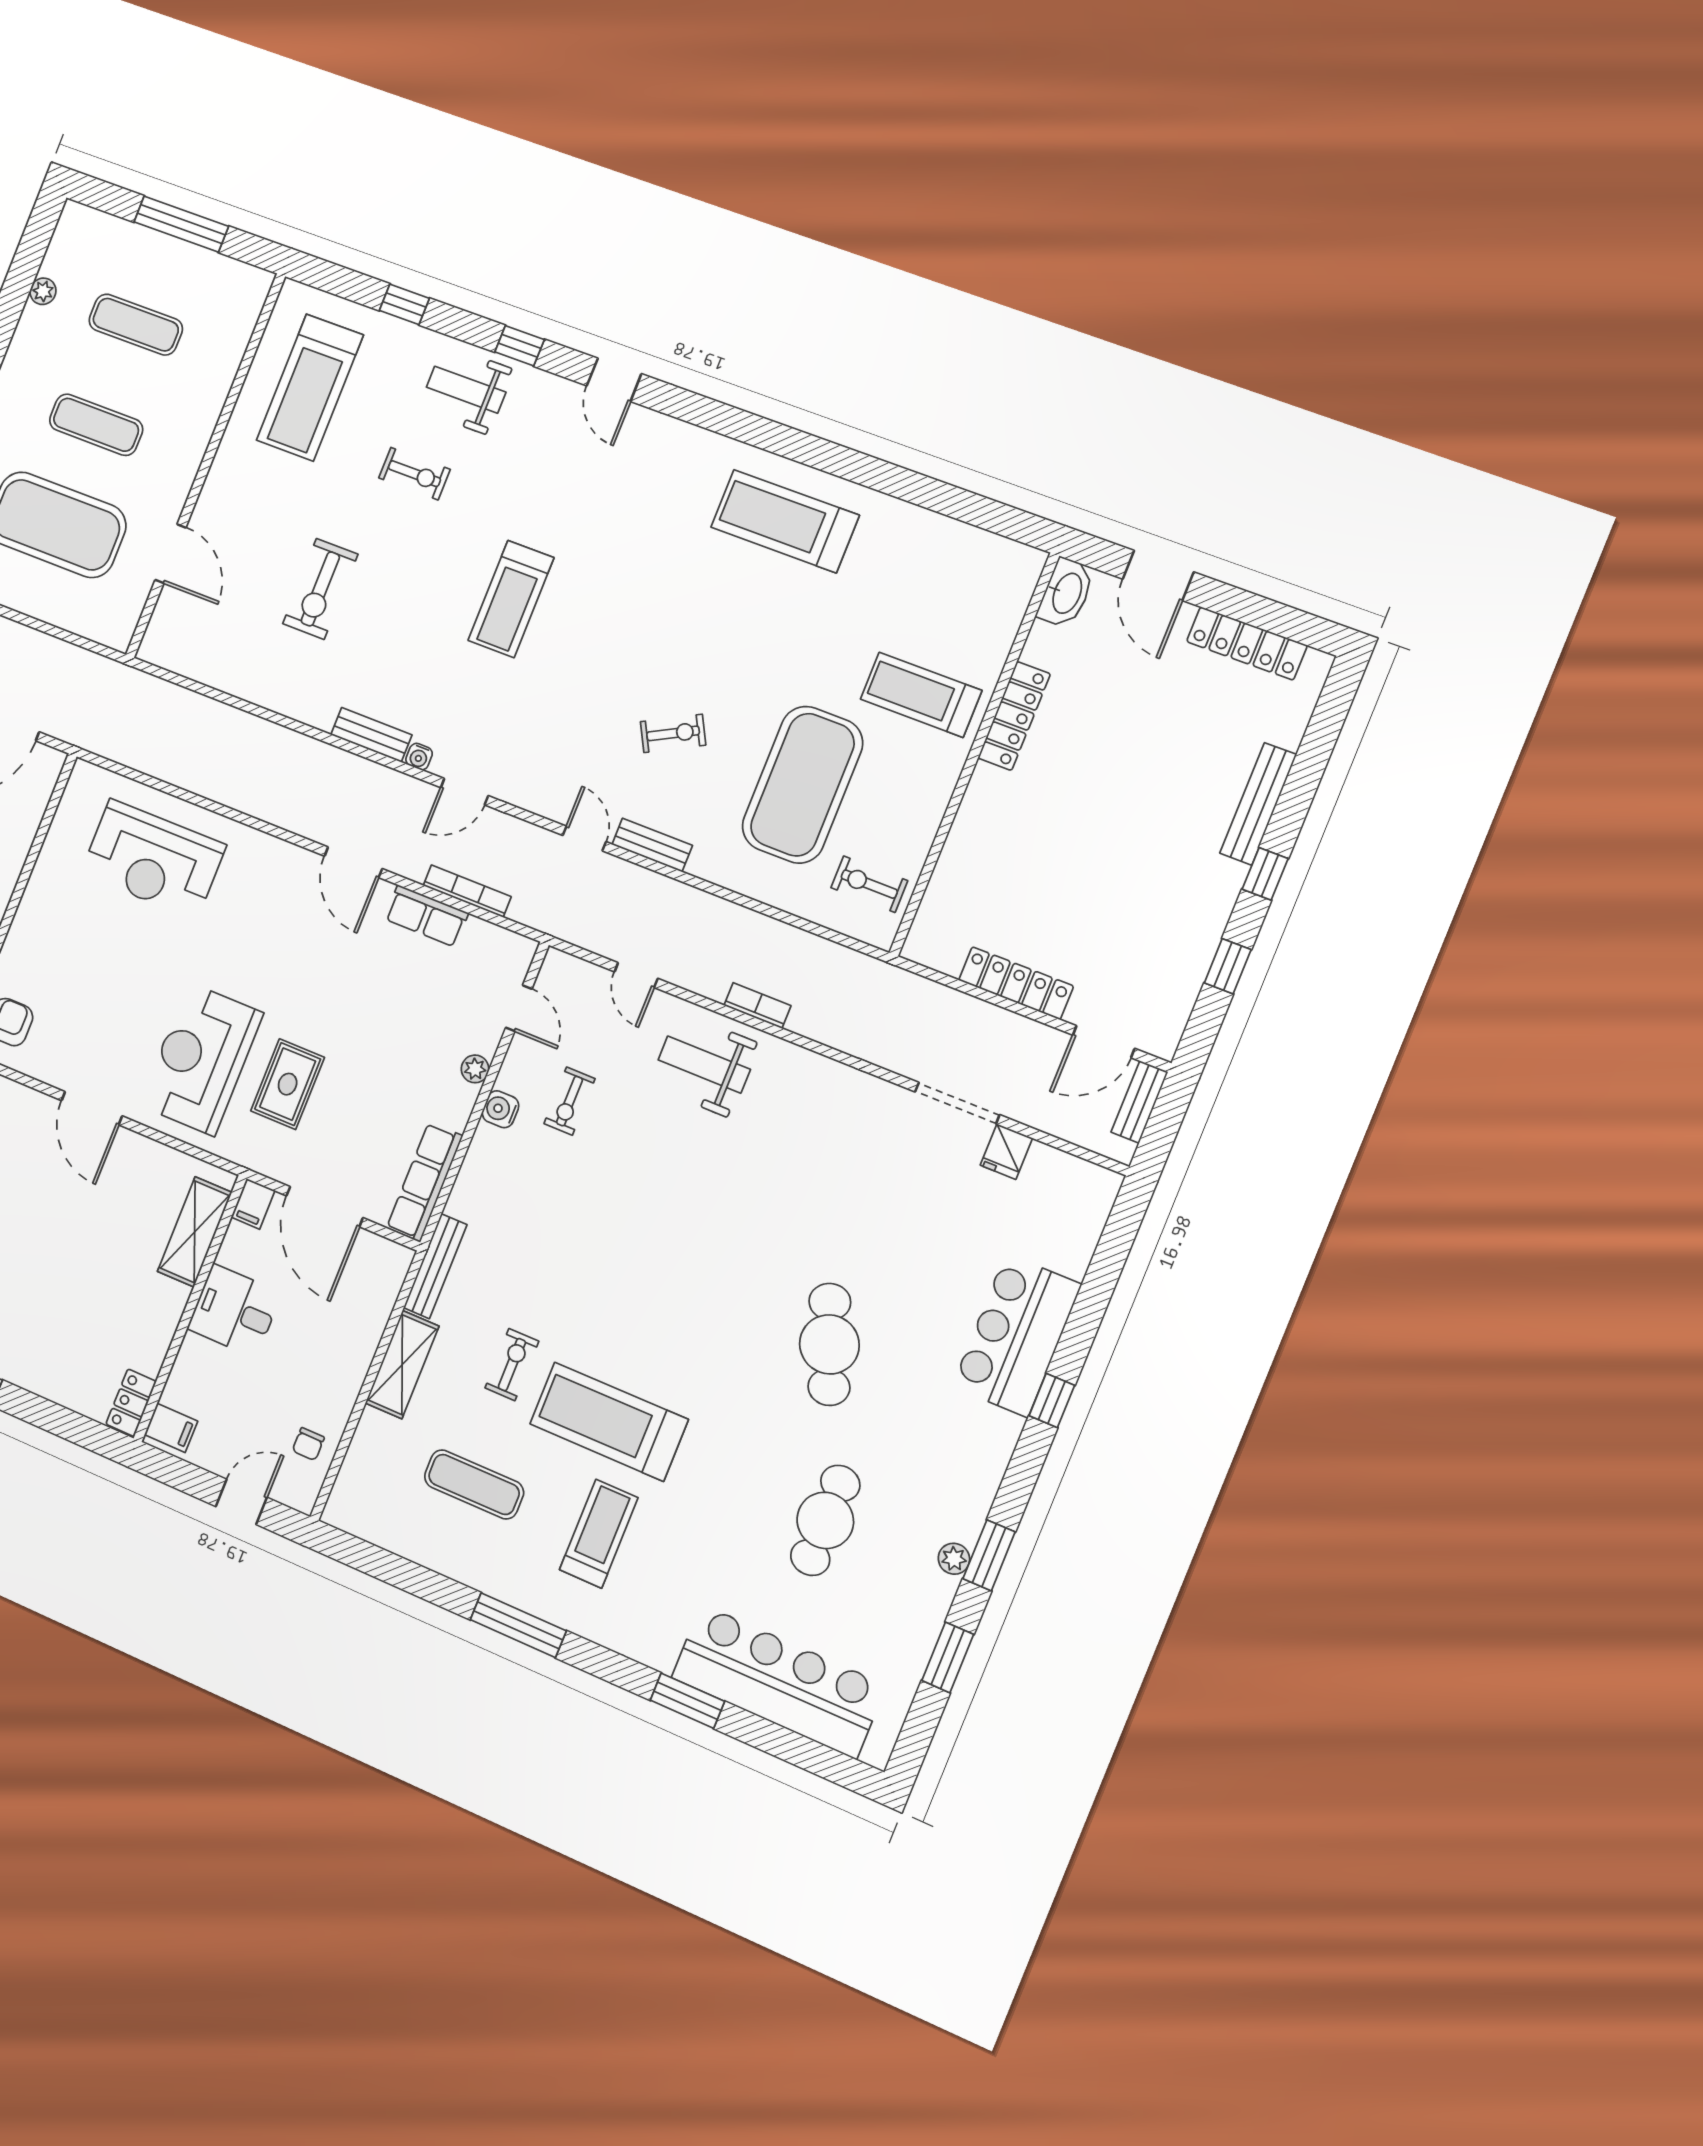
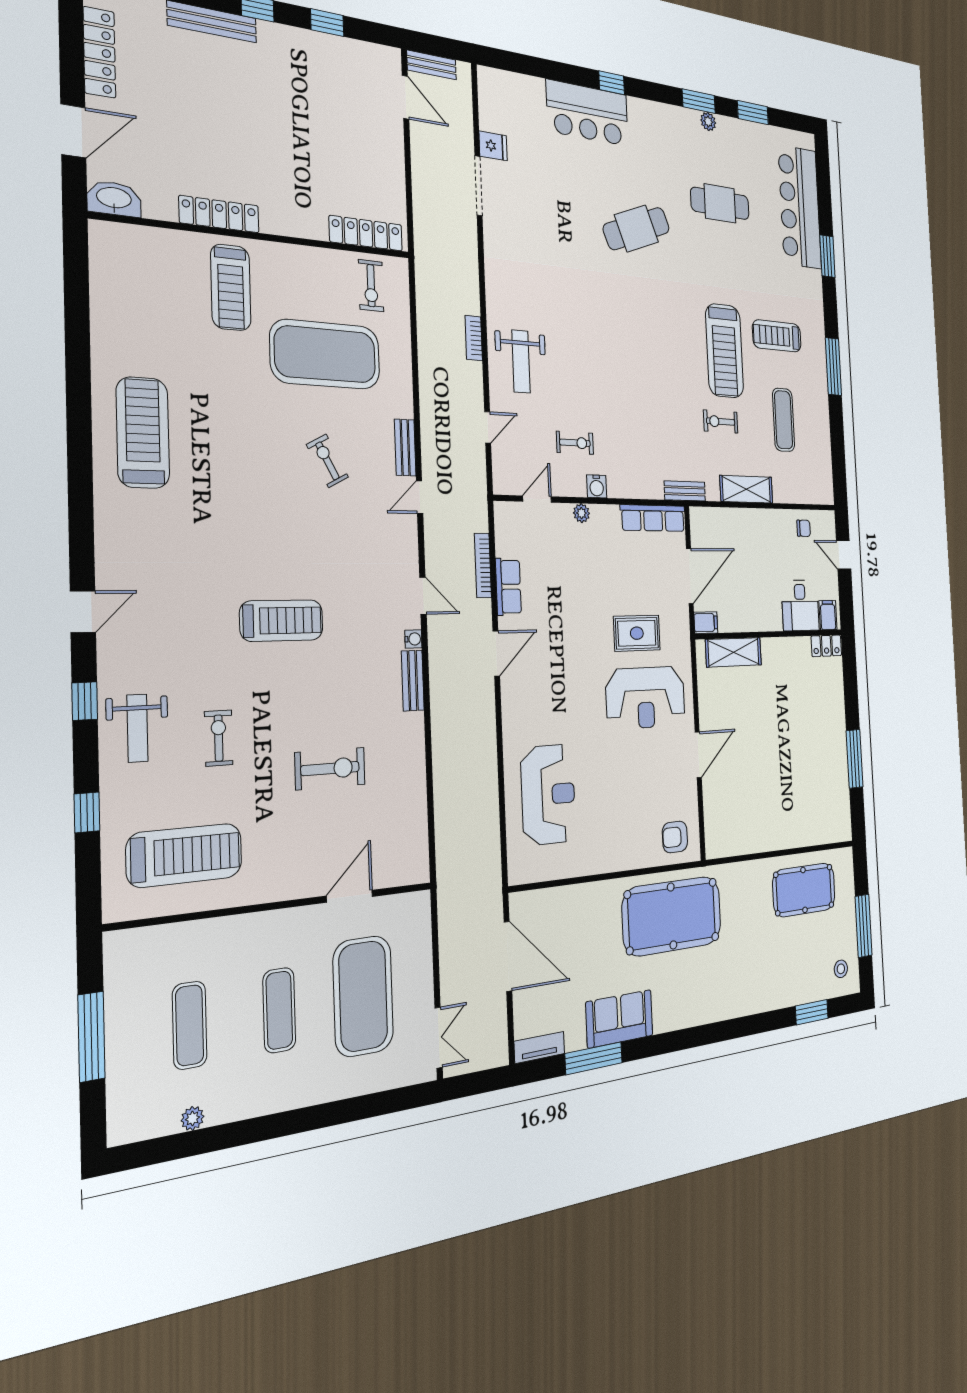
treadmill: (785, 521) -> (143, 433), turned 180
locker: (1016, 983) -> (366, 233), moved, turned 90
bench: (435, 1266) -> (685, 491), width x0.73
desk: (234, 1311) -> (800, 605), moved

